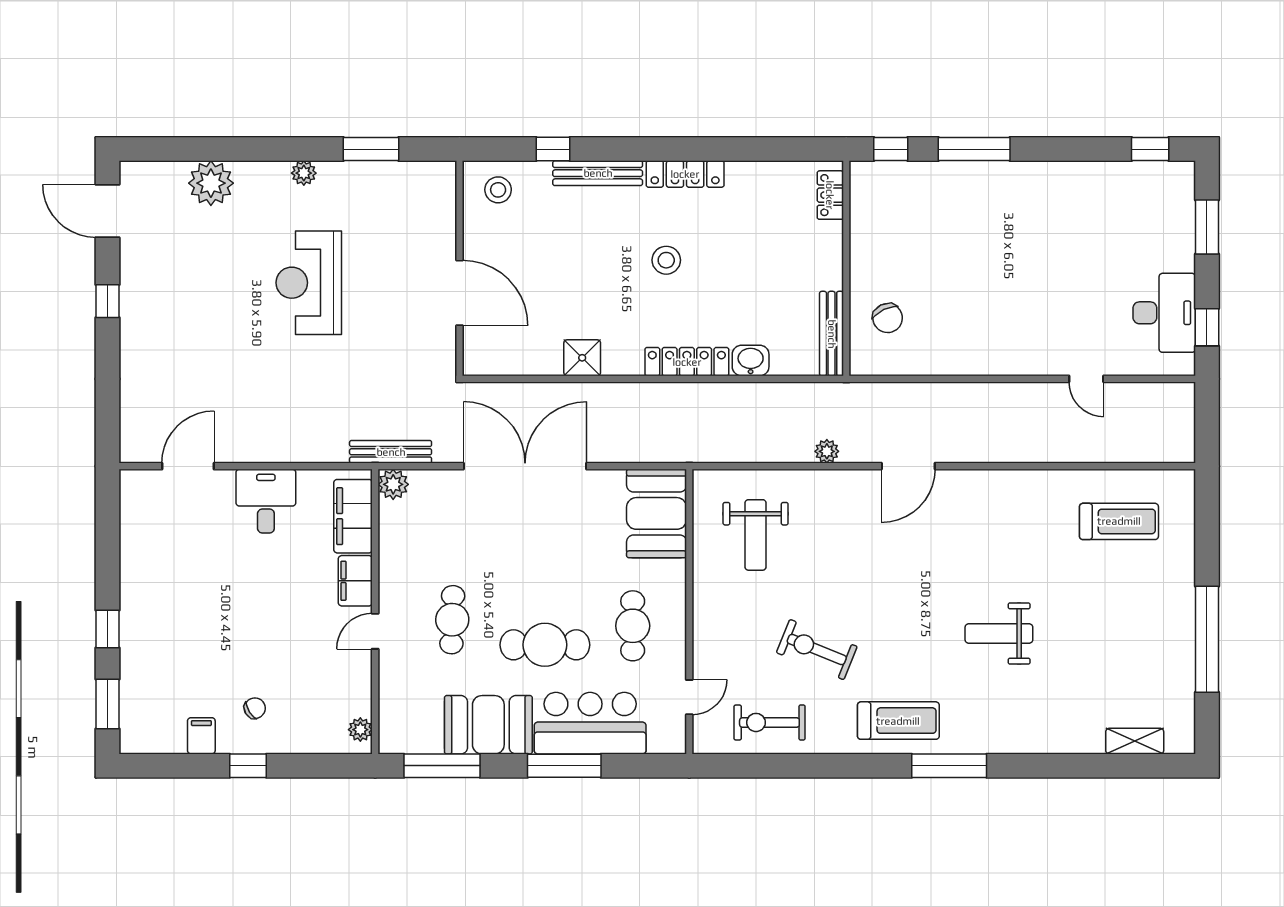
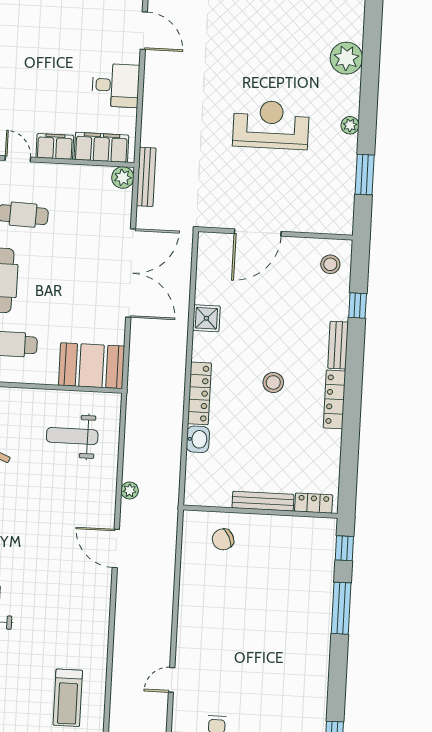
bench: (598, 173) -> (338, 345), width x0.73
bench: (832, 334) -> (263, 501), moved

